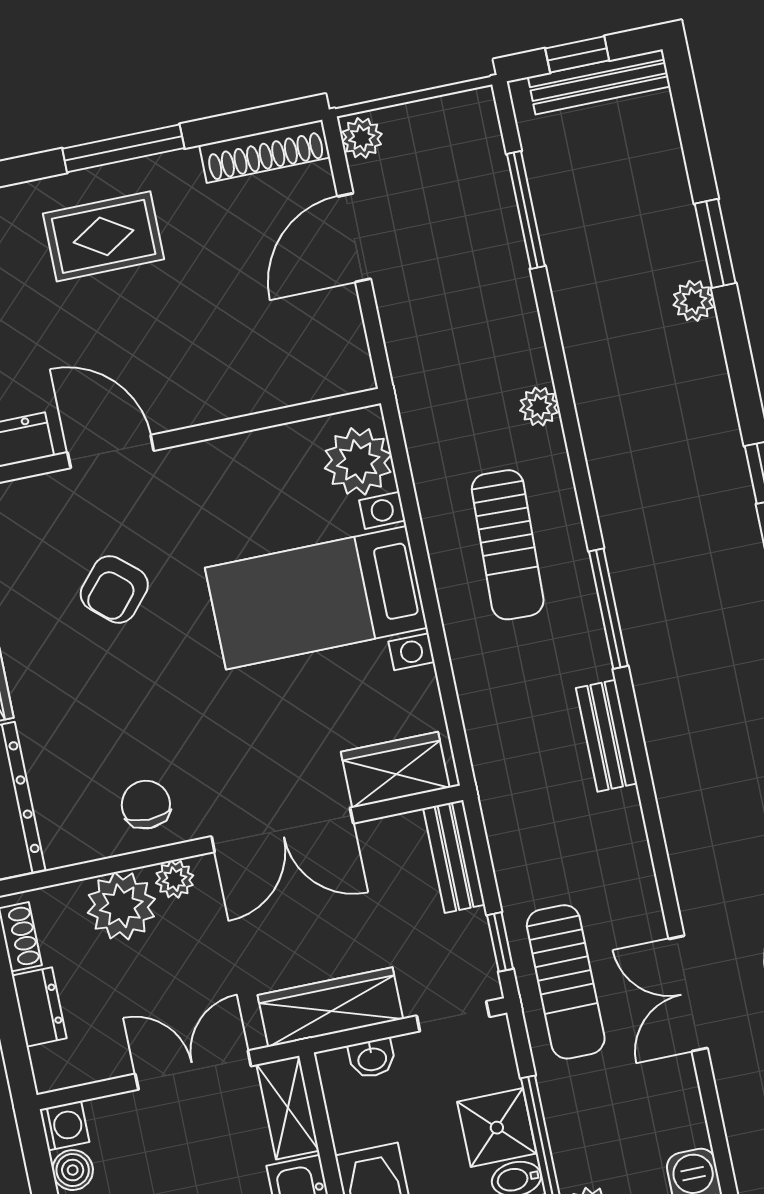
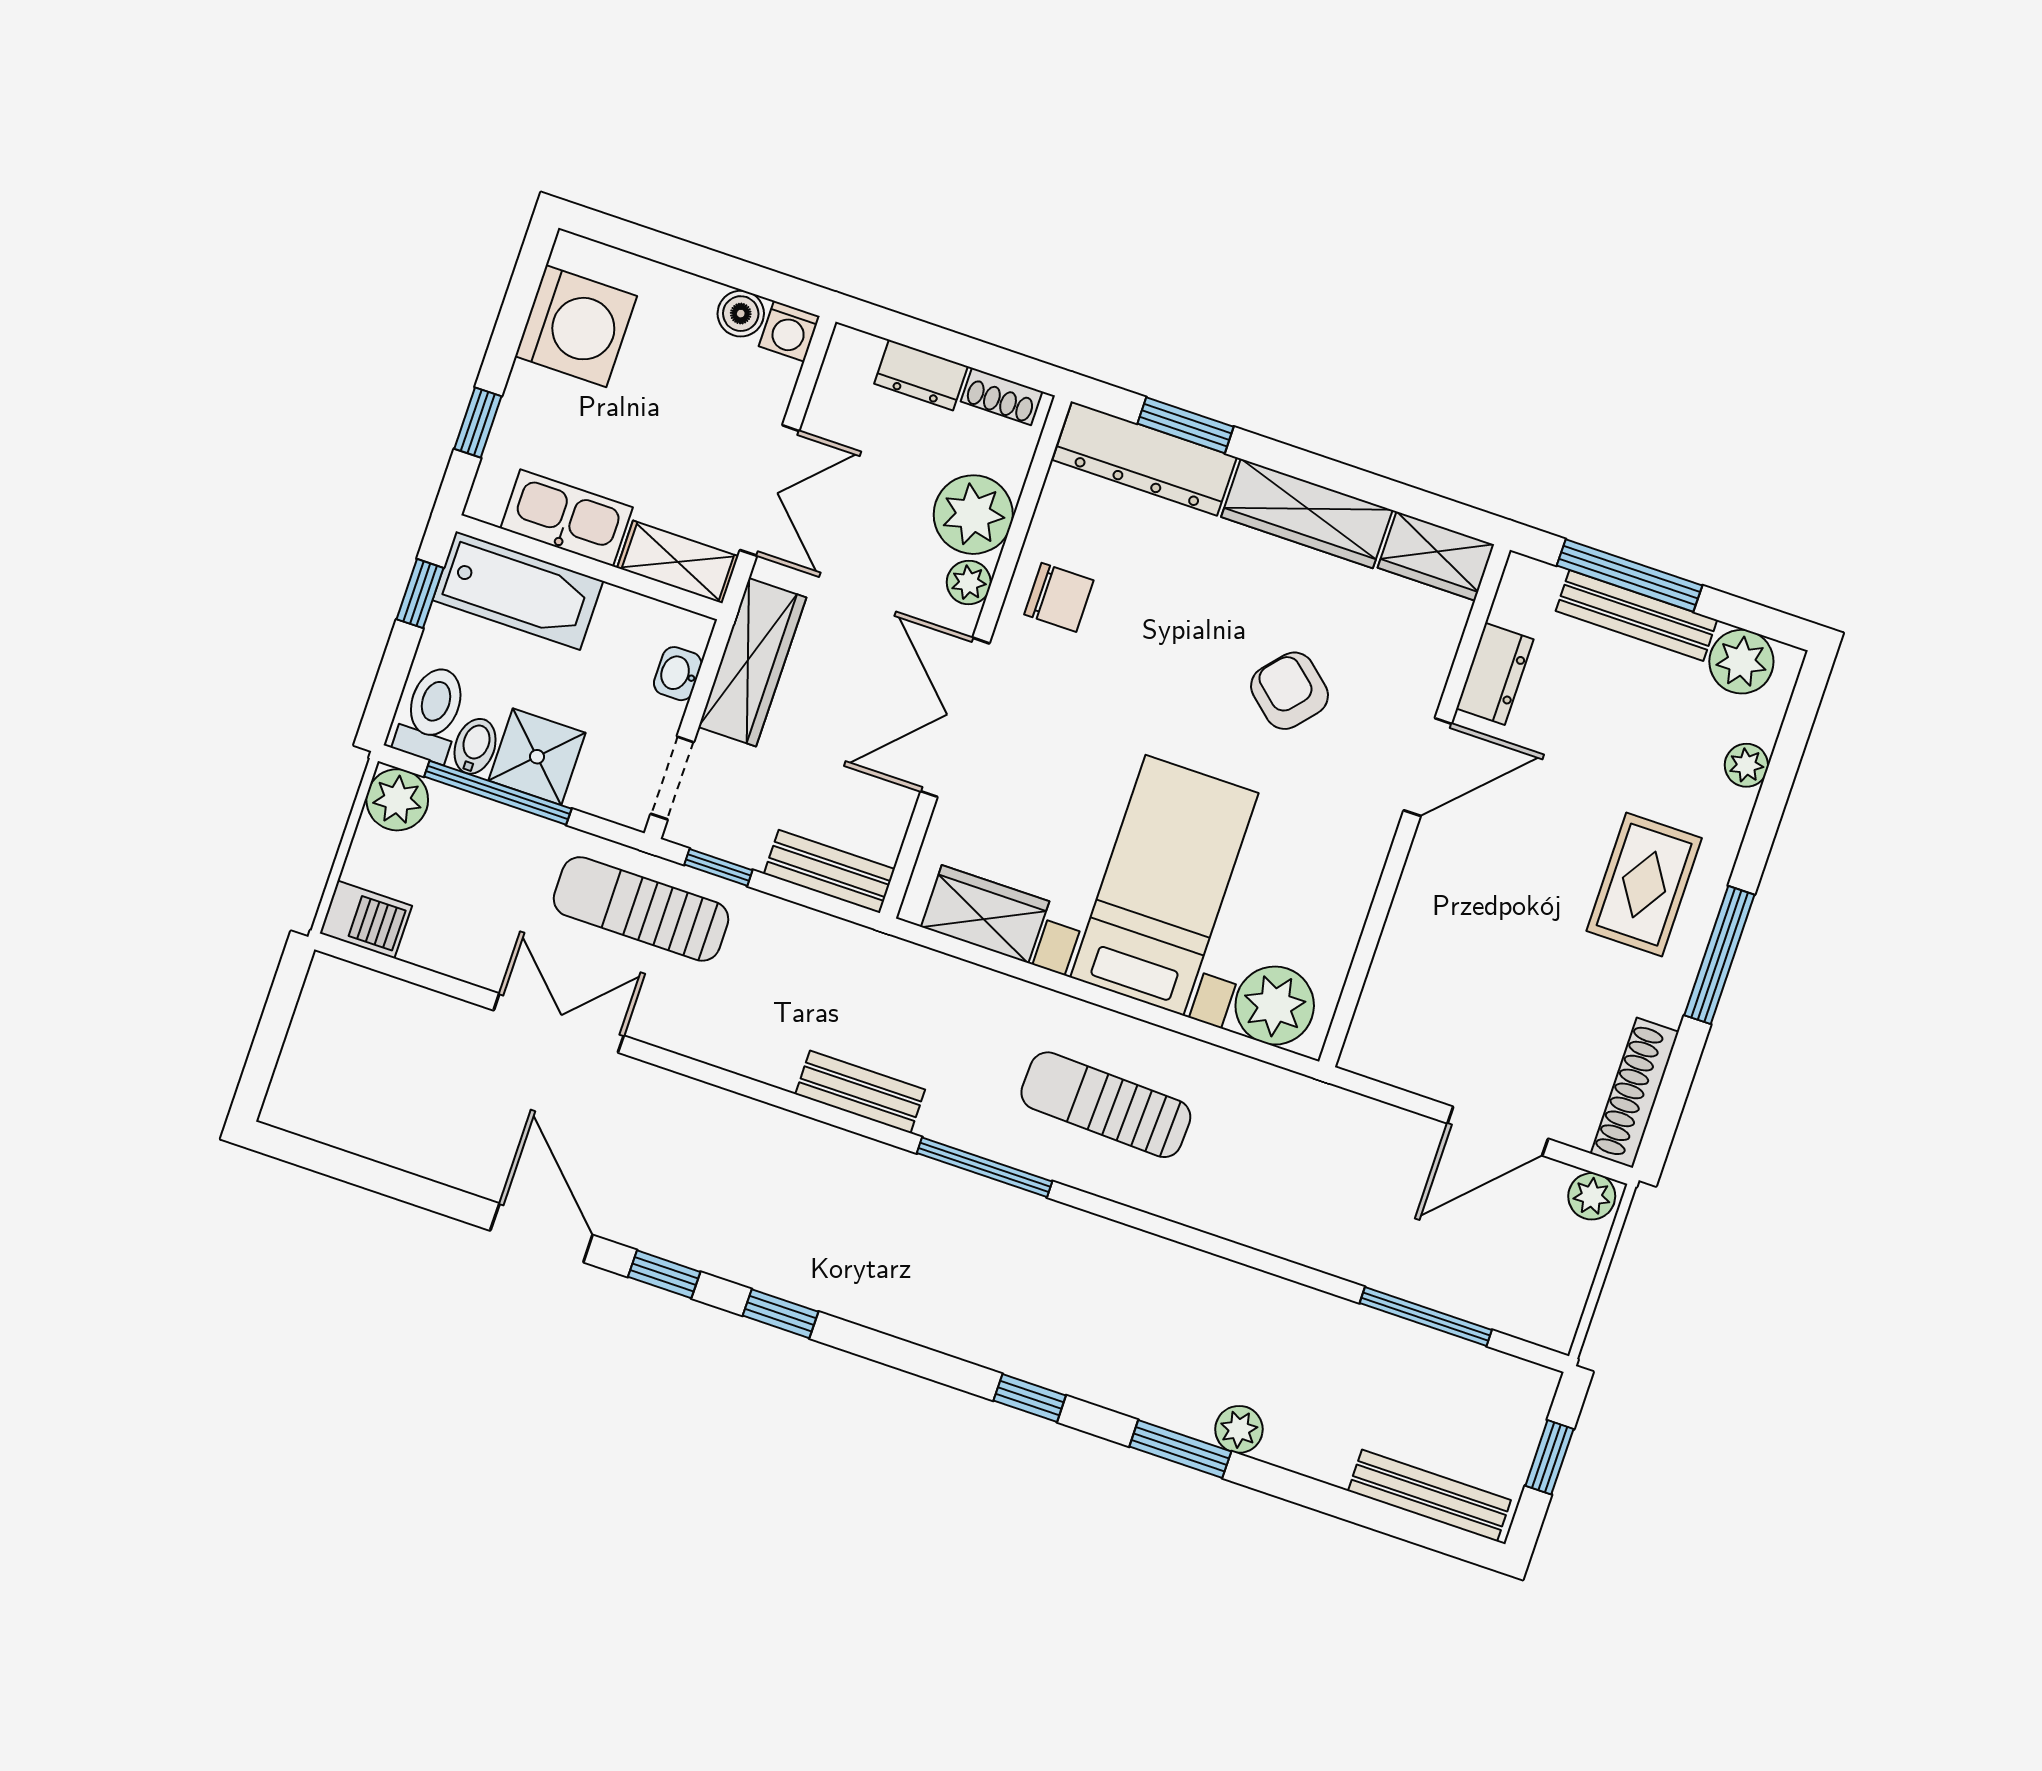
bench: (599, 82) -> (1429, 1496), moved, turned 90
door: (354, 238) -> (1498, 1131), swing flipped
window: (715, 243) -> (1180, 1449), moved
plant: (539, 407) -> (1224, 1216), removed
wardrobe: (395, 770) -> (985, 914), moved, turned -90

